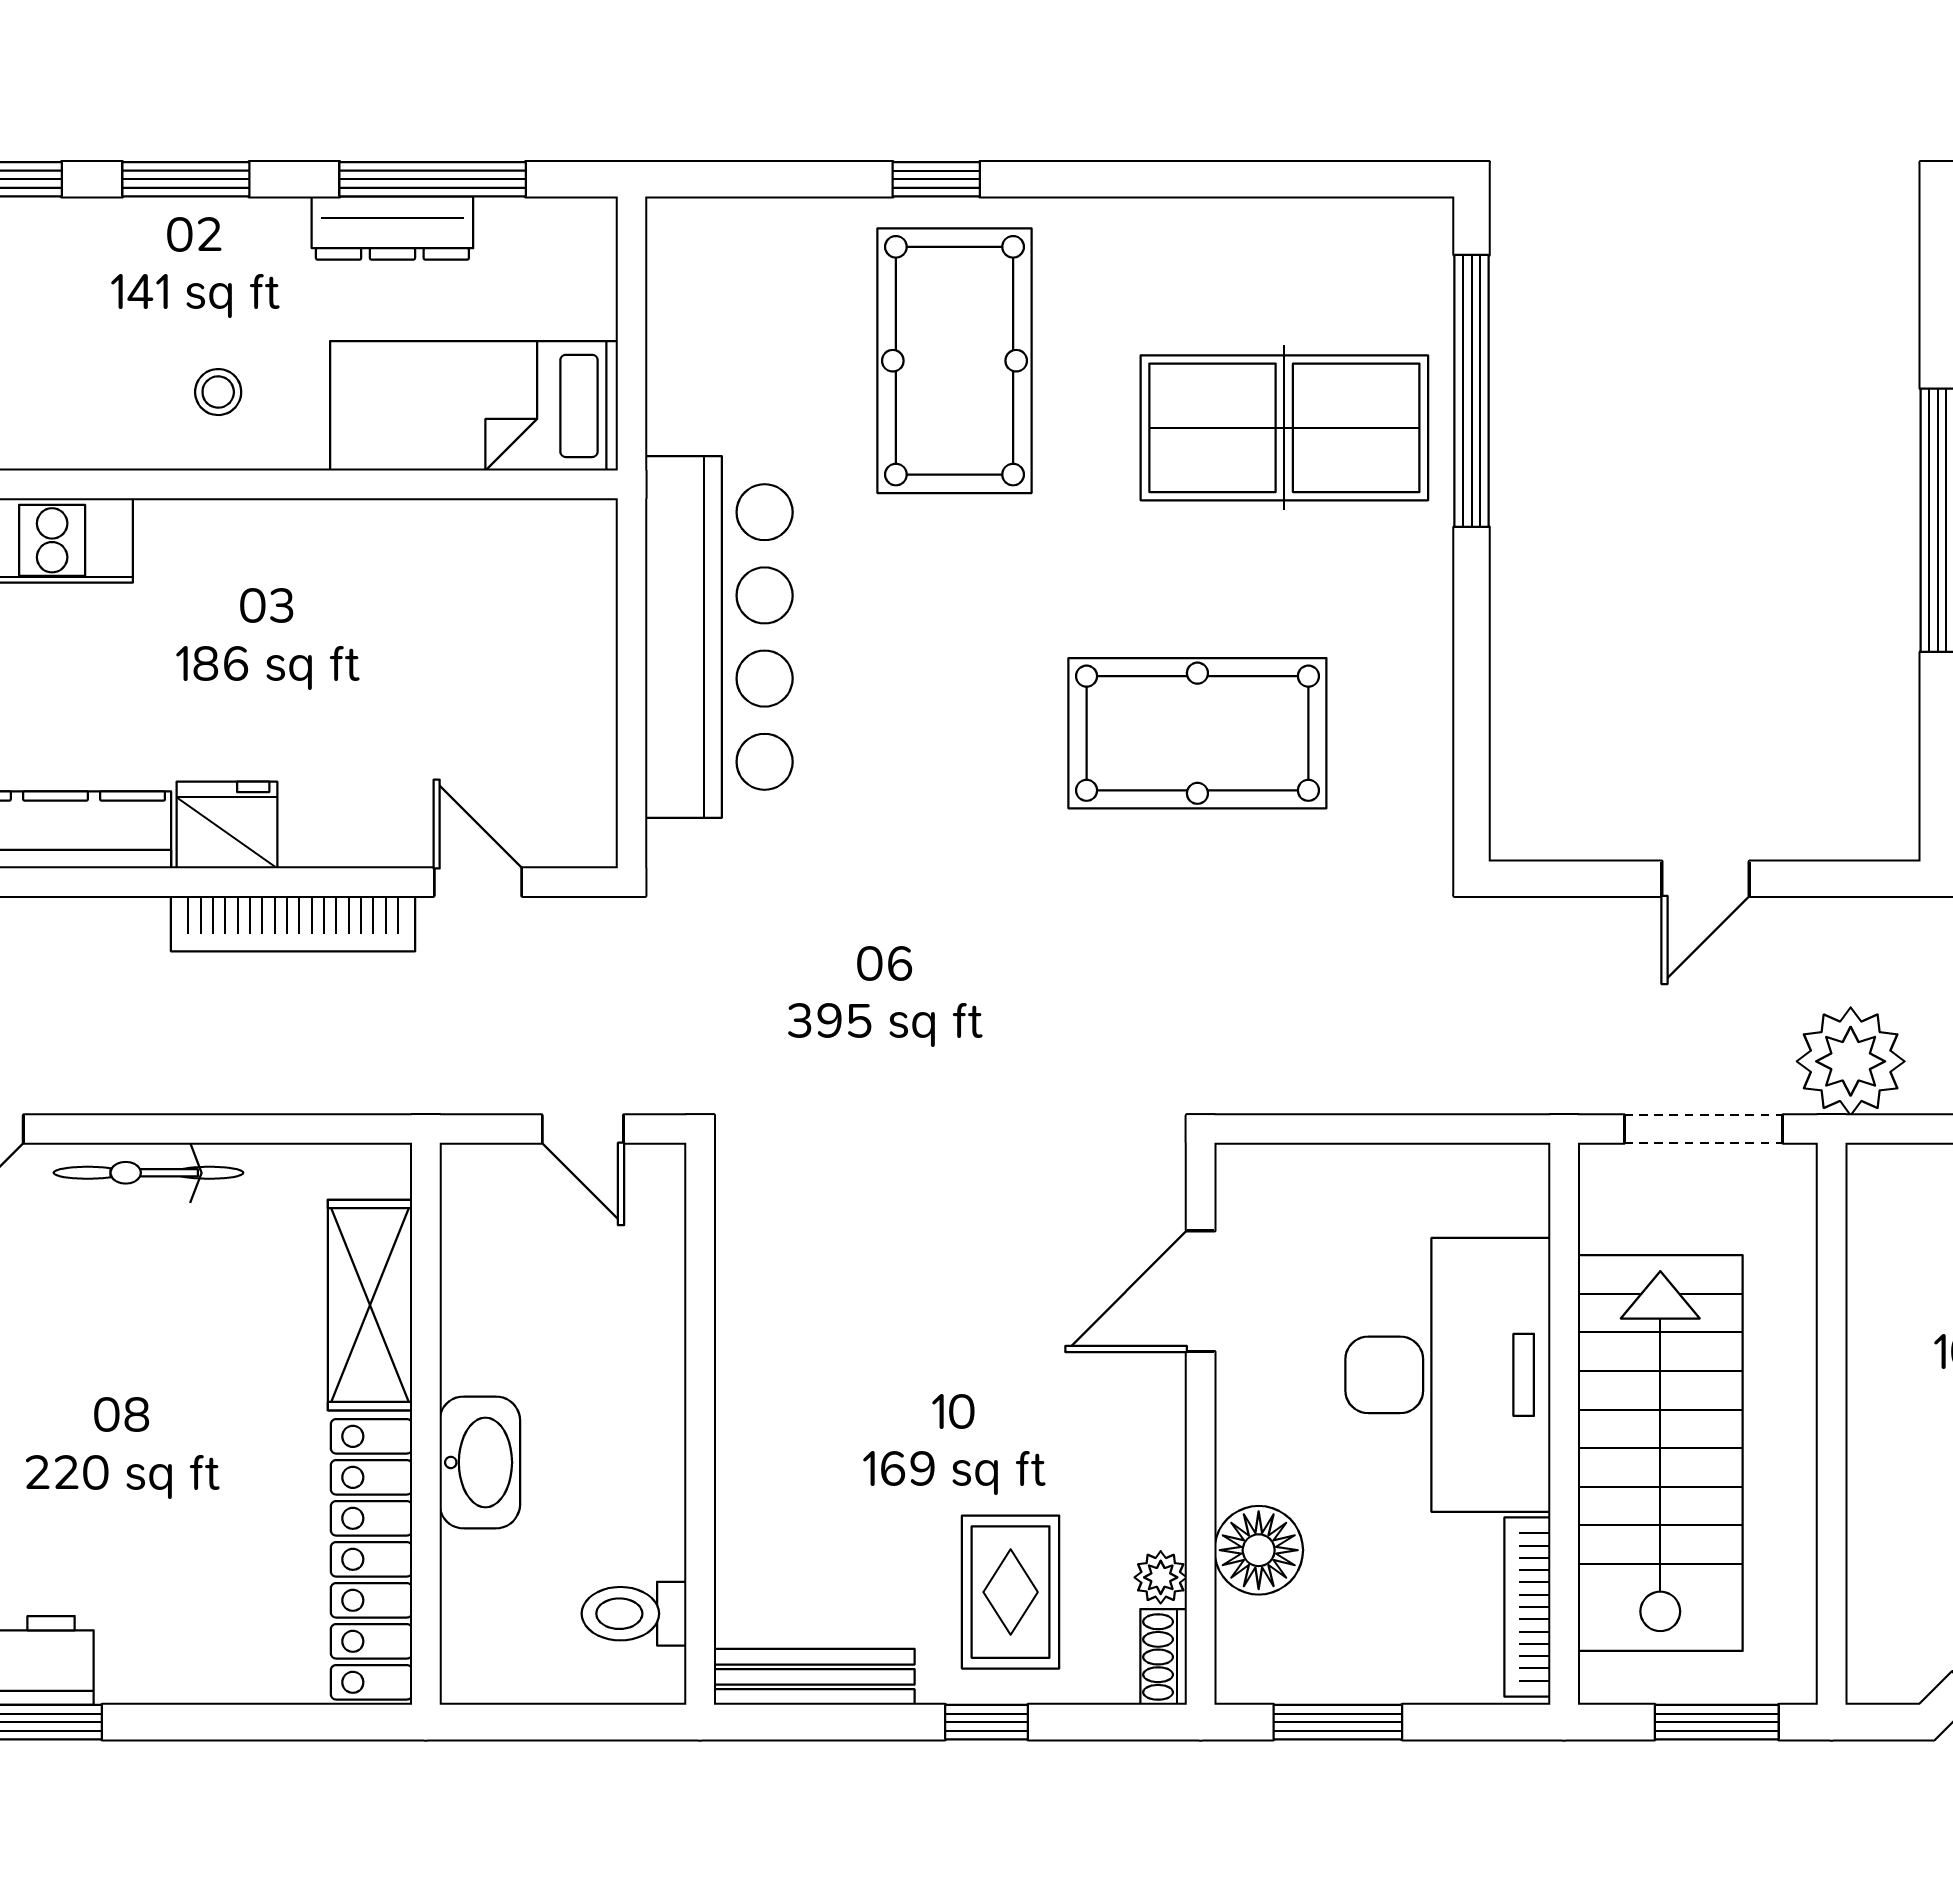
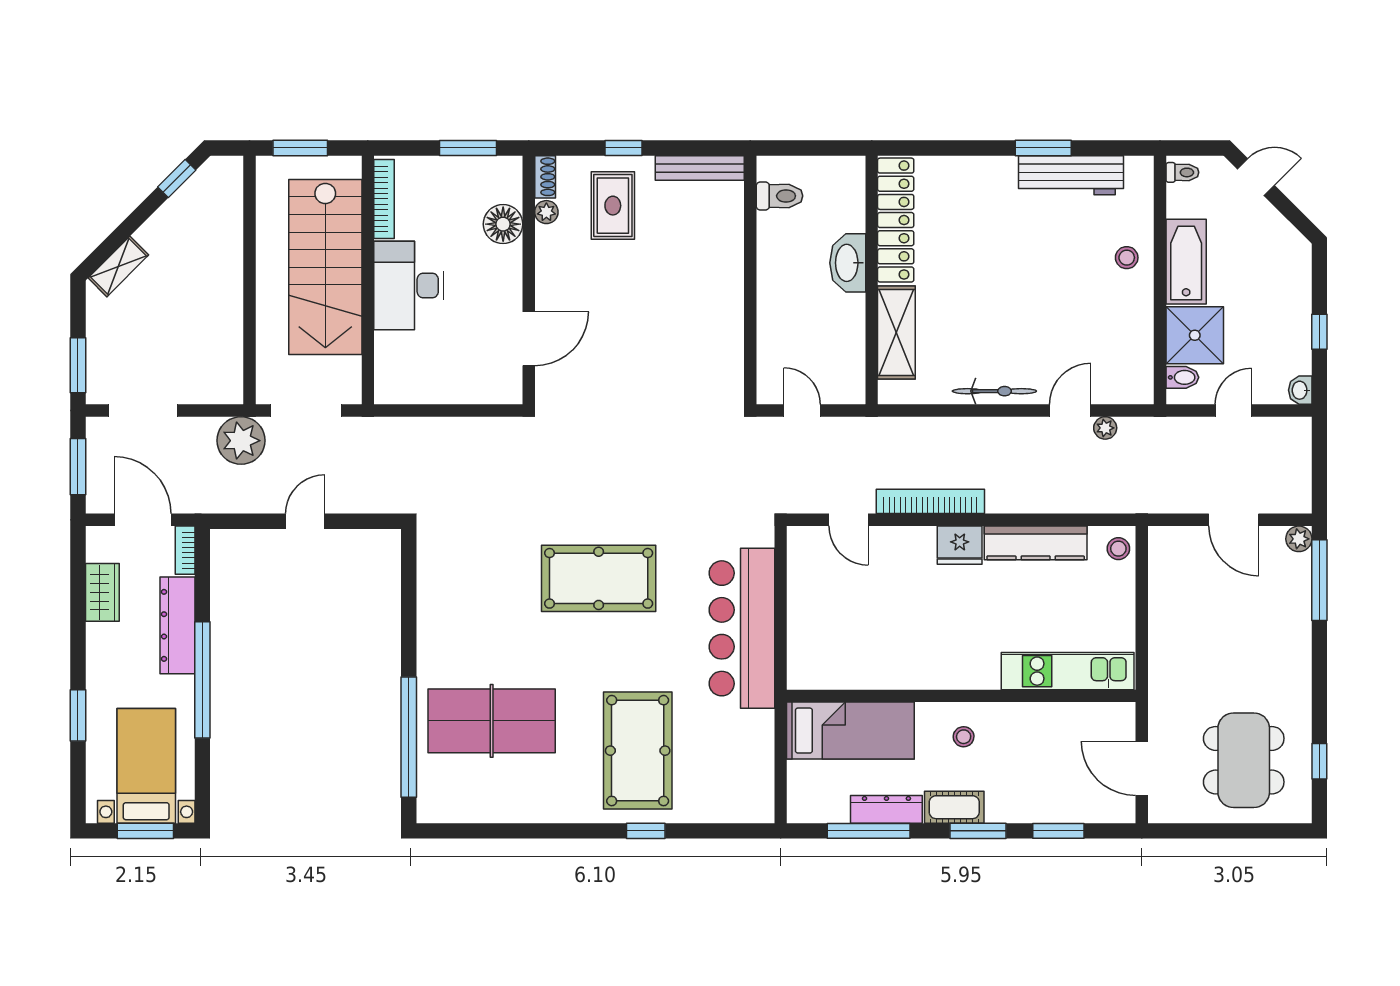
cot: (239, 233) -> (954, 807), added
pool table: (1197, 733) -> (599, 578), moved
desk: (1448, 1375) -> (409, 285), width x0.73, depth x0.77

